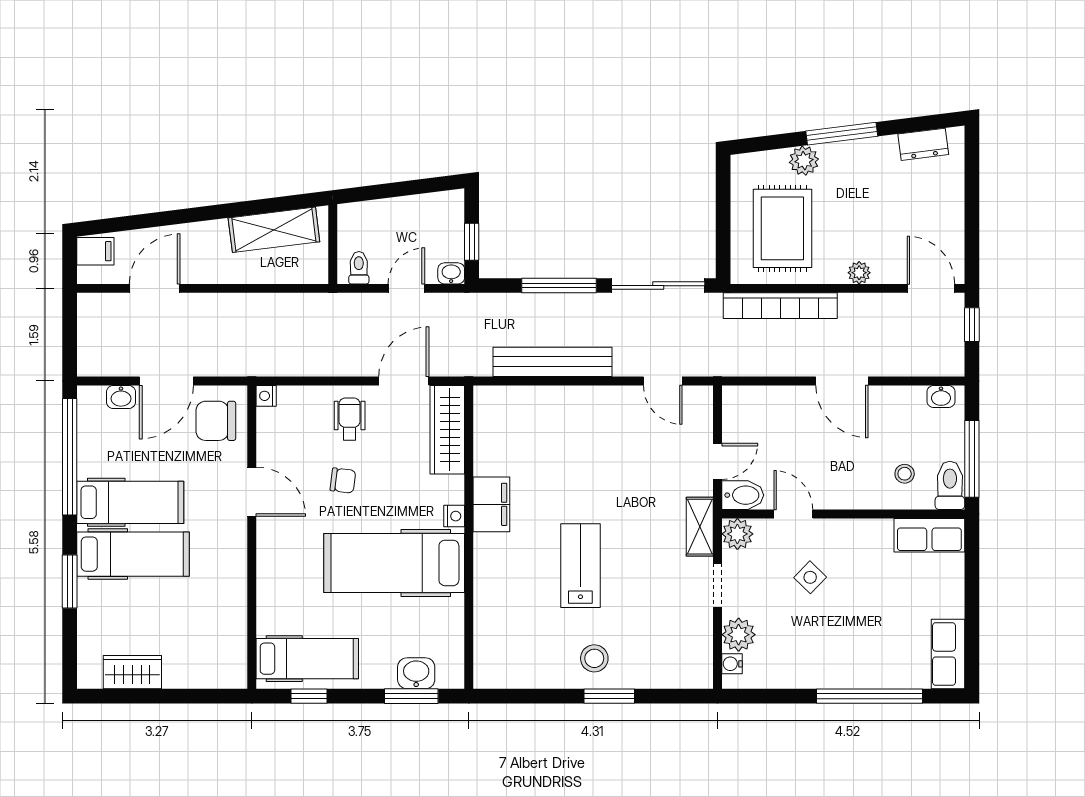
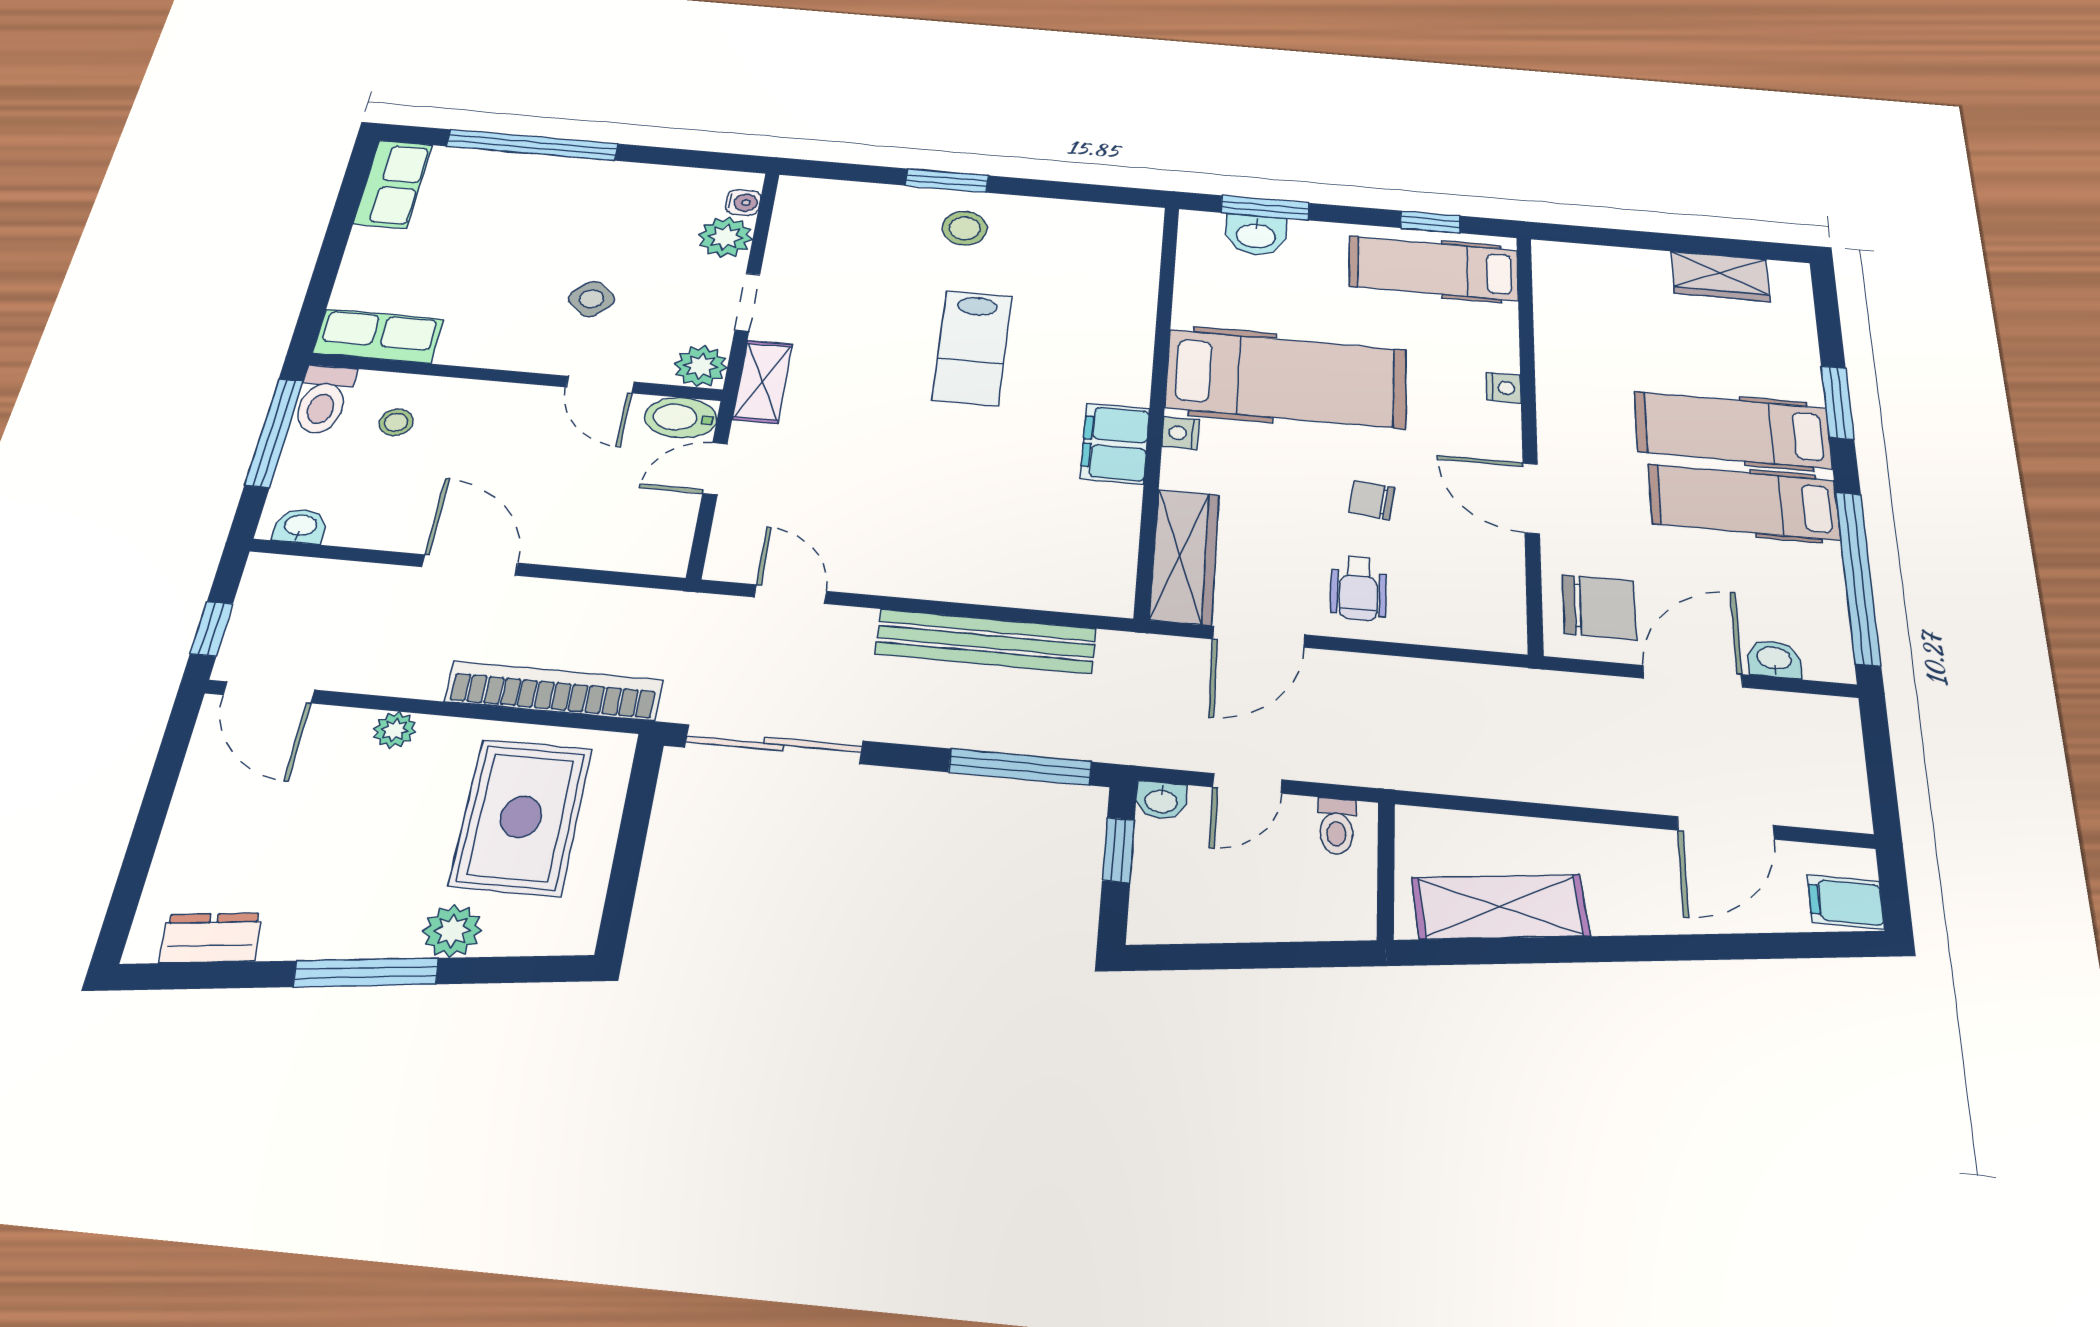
window: (559, 286) -> (1020, 767), moved
nightstand: (266, 396) -> (1504, 388), moved

